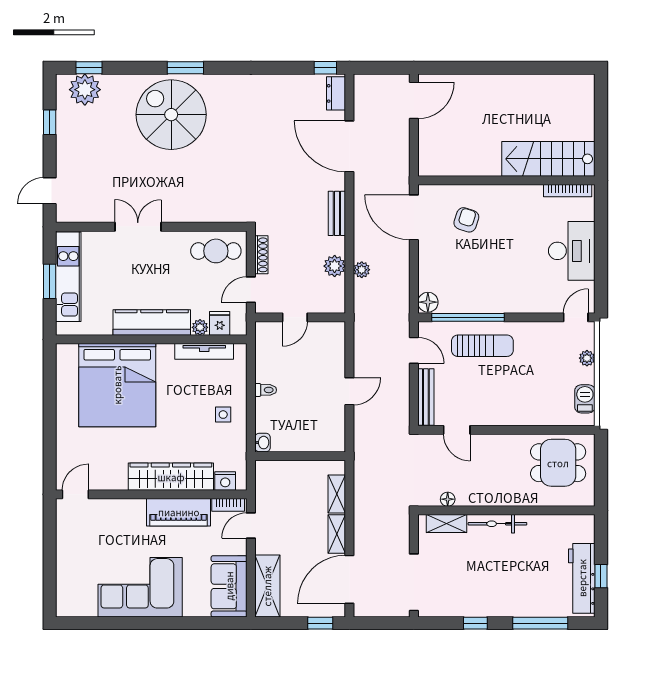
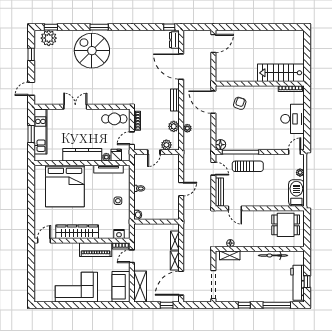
plant: (320, 303) -> (166, 145), added
barbecue: (585, 399) -> (296, 193), width x1.88, depth x1.53
wardrobe: (171, 477) -> (77, 232), moved
bicycle: (497, 524) -> (273, 255), moved

